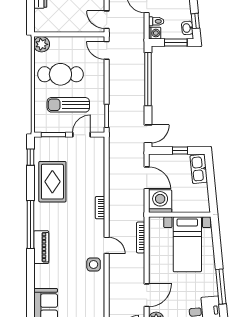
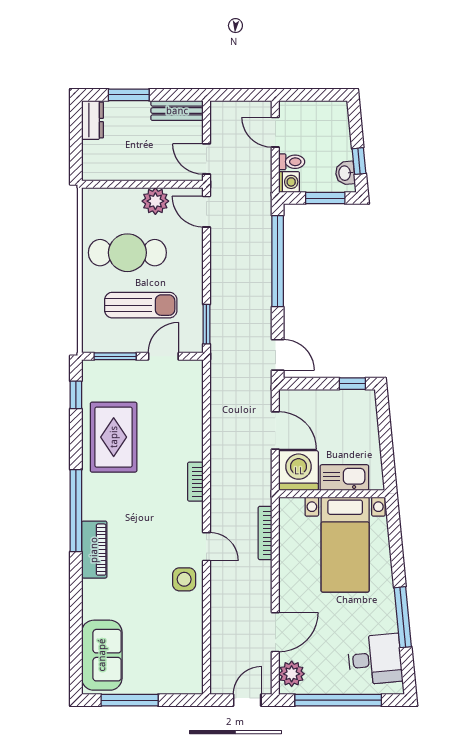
plant: (42, 44) -> (155, 201), moved
sun lounger: (68, 105) -> (141, 305), turned 180
door: (148, 134) -> (278, 355), hinge flipped
window: (180, 151) -> (352, 384), moved
kitchen sink: (199, 169) -> (344, 478), moved, turned 95

